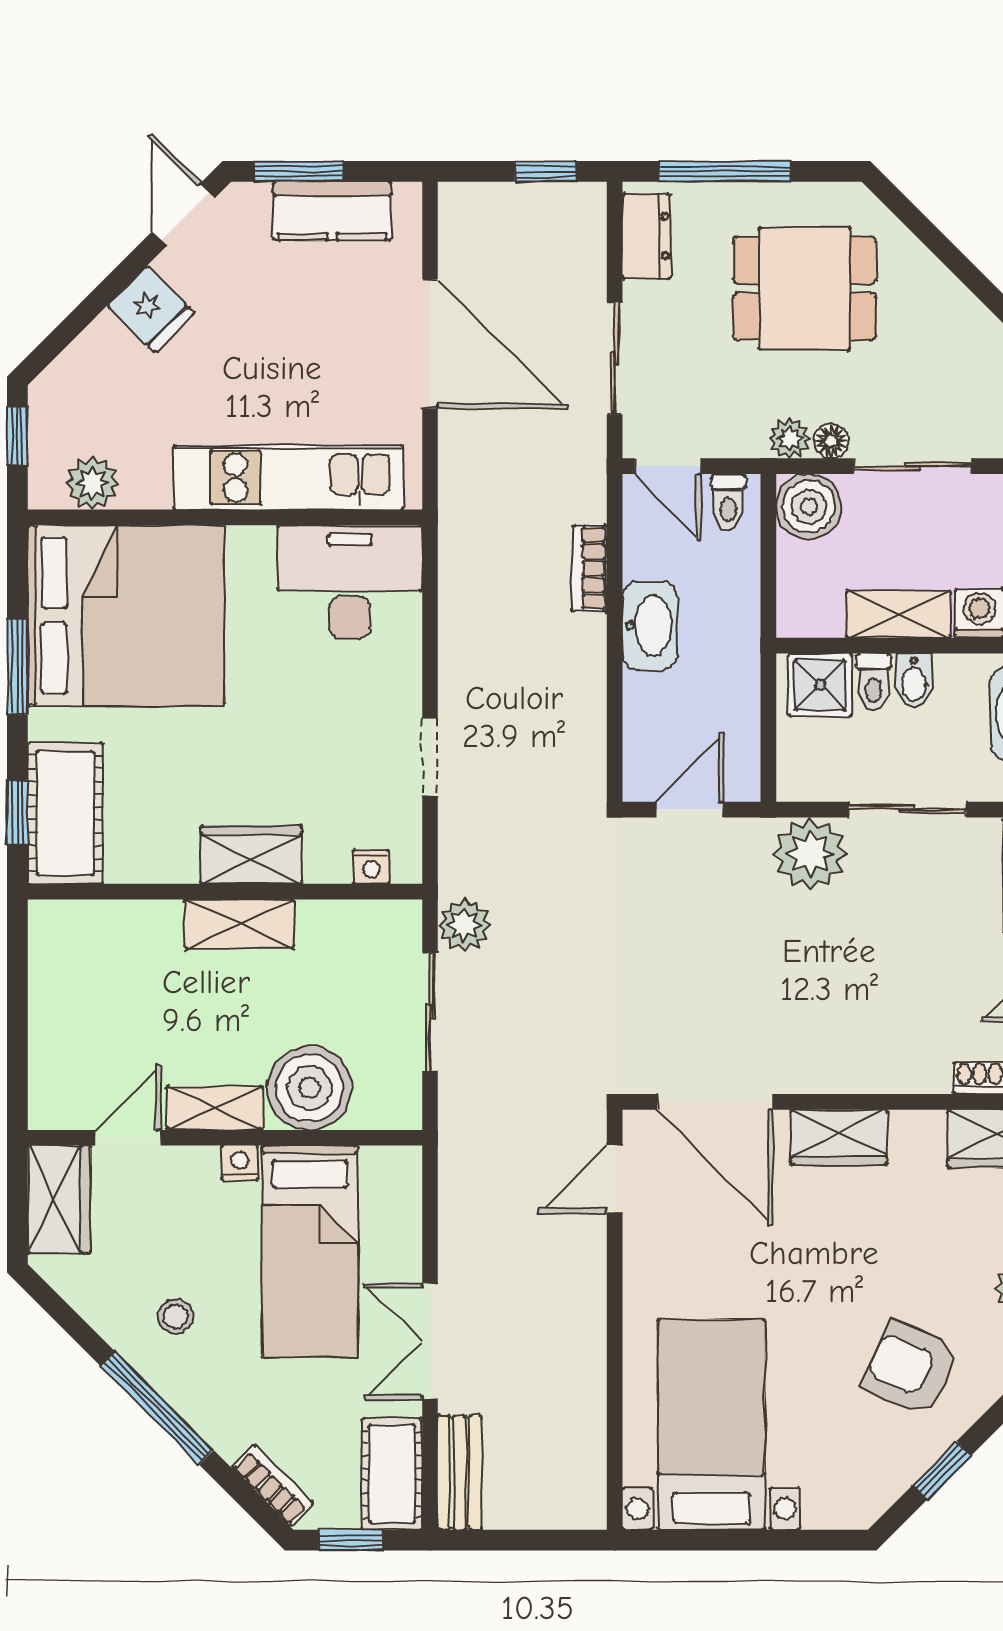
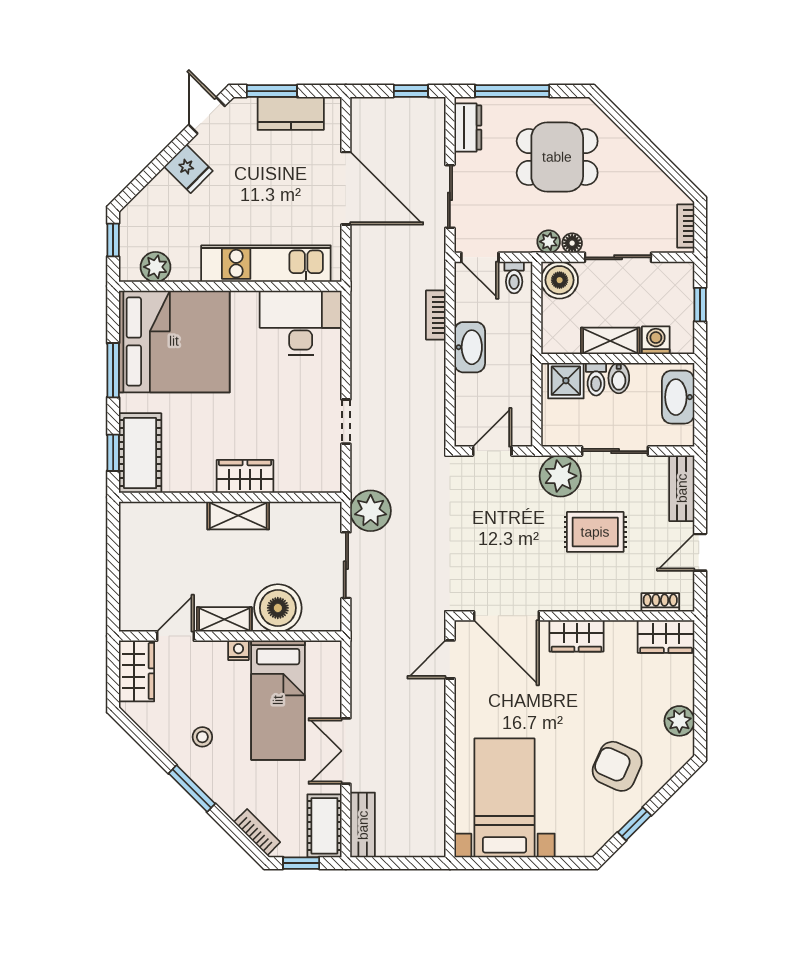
nightstand: (371, 867) -> (313, 483), removed
plant: (464, 925) -> (371, 511), width x1.36, depth x1.36
rug: (872, 953) -> (595, 532), added
window: (157, 1408) -> (192, 789), width x0.69

